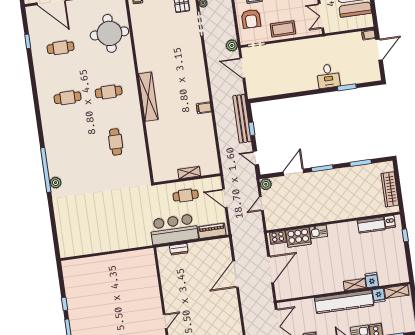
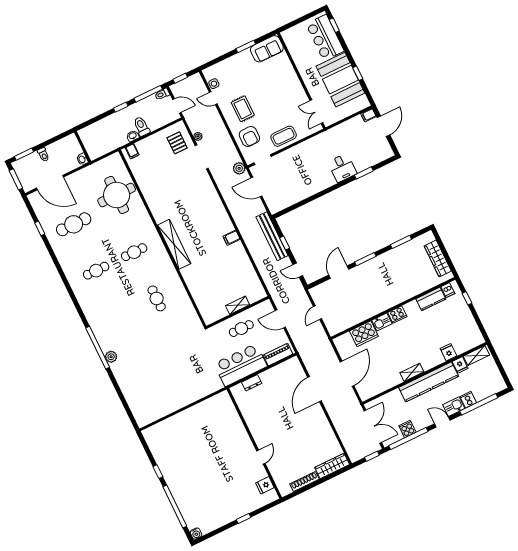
cafe table: (60, 48) -> (74, 224), width x1.37, depth x1.35
plant: (266, 184) -> (316, 292), removed
cooker: (278, 238) -> (397, 314), moved
shelving: (355, 285) -> (412, 372), moved

